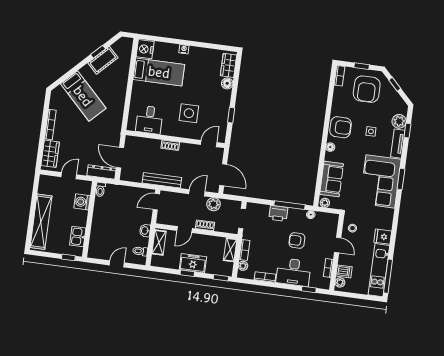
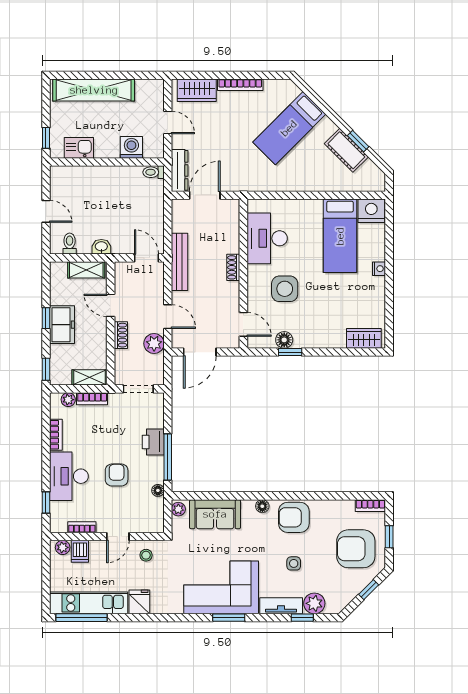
floor lamp: (227, 83) -> (284, 340), moved
desk: (149, 120) -> (267, 238), width x1.37
armchair: (341, 127) -> (294, 517), turned 90

